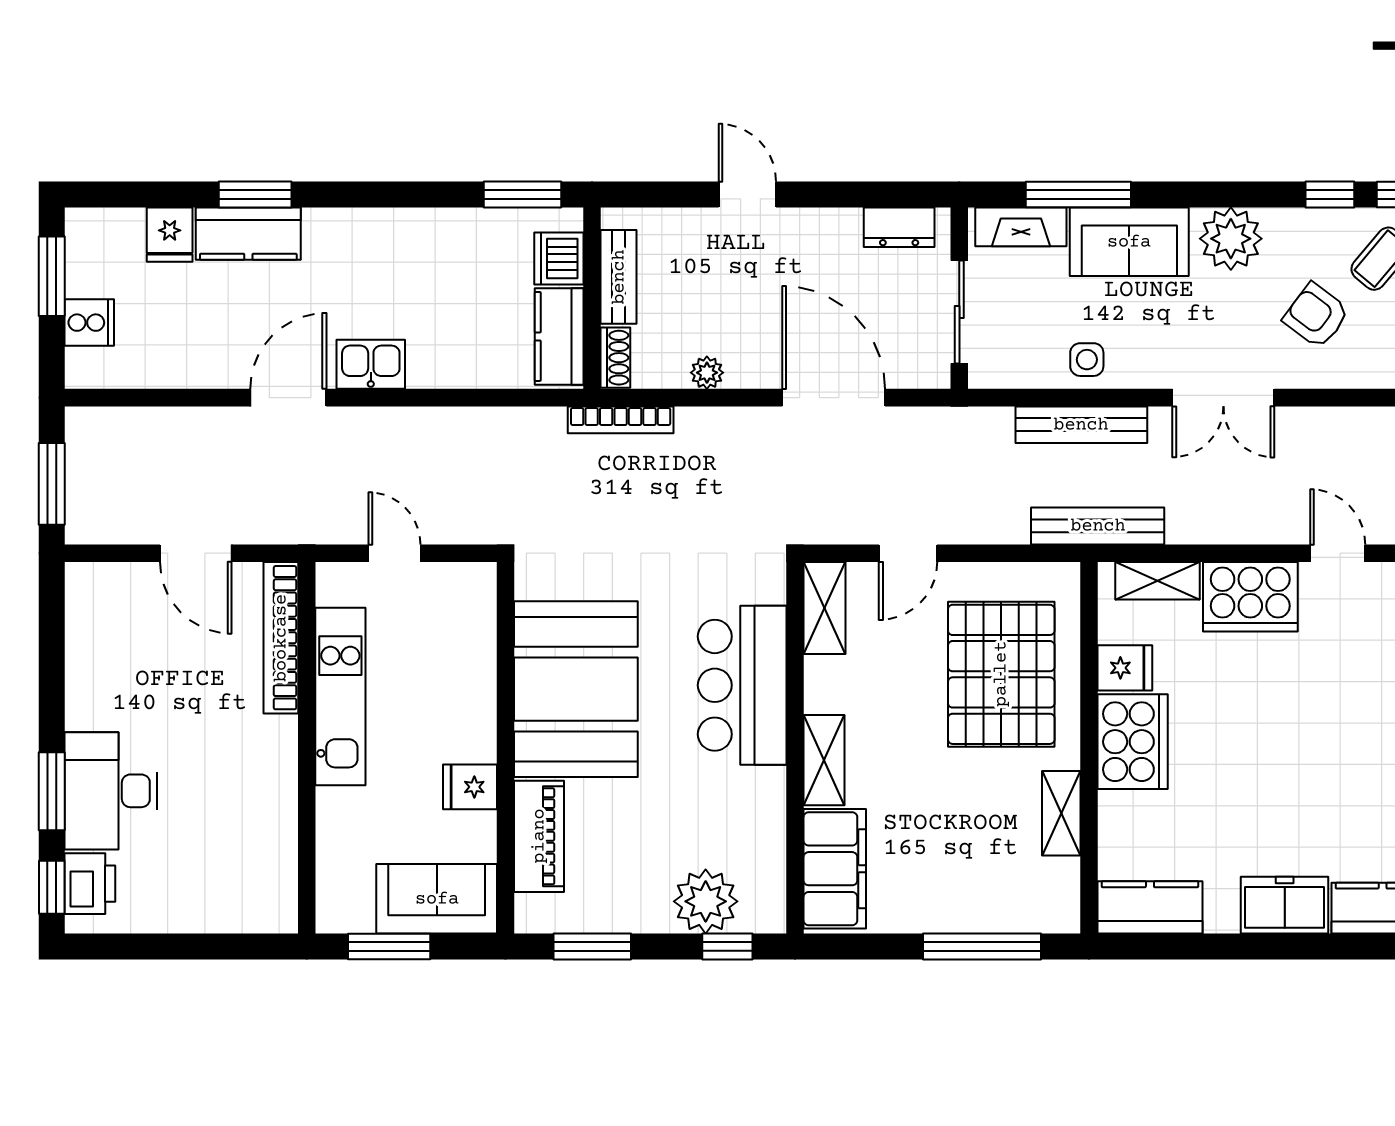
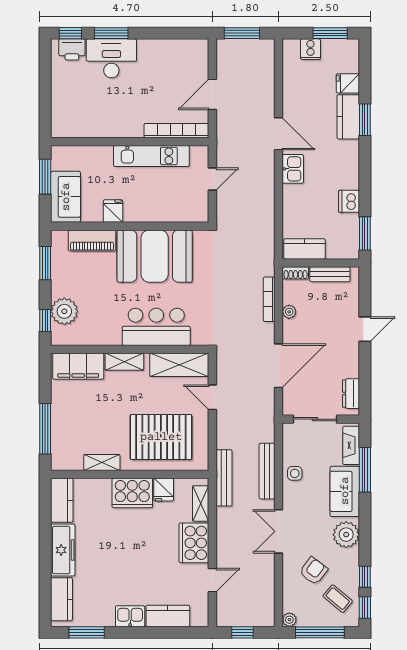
dishwasher: (559, 258) -> (349, 201), moved, turned -90
bookcase: (621, 420) -> (269, 299), moved
shelving: (824, 608) -> (179, 365), width x1.50, depth x1.33
freezer: (1285, 905) -> (63, 550), width x1.40

